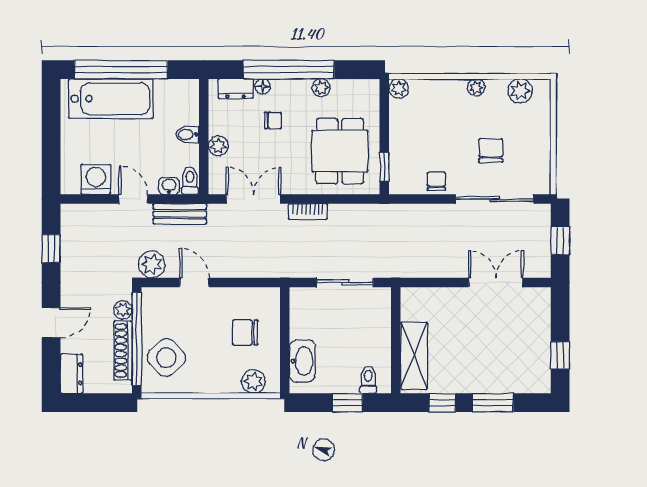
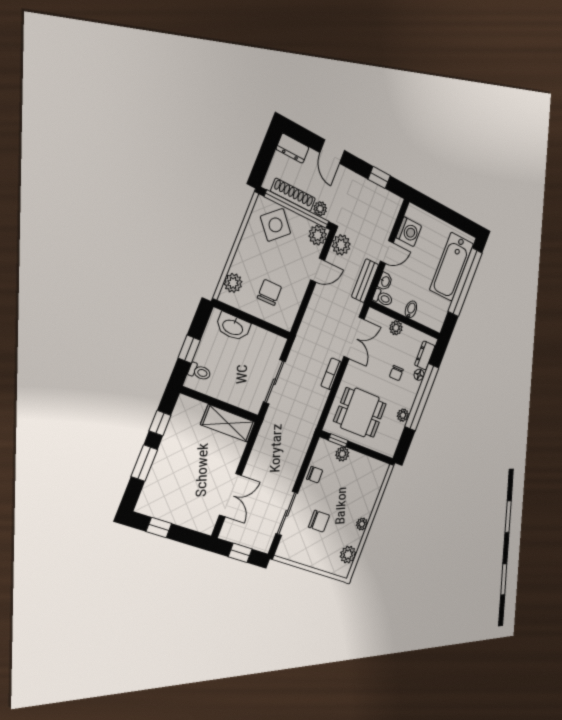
plant: (399, 89) -> (342, 454), moved
sliding door: (495, 199) -> (287, 513), width x0.73
plant: (154, 300) -> (318, 235), added
shelving: (414, 356) -> (228, 423), moved

